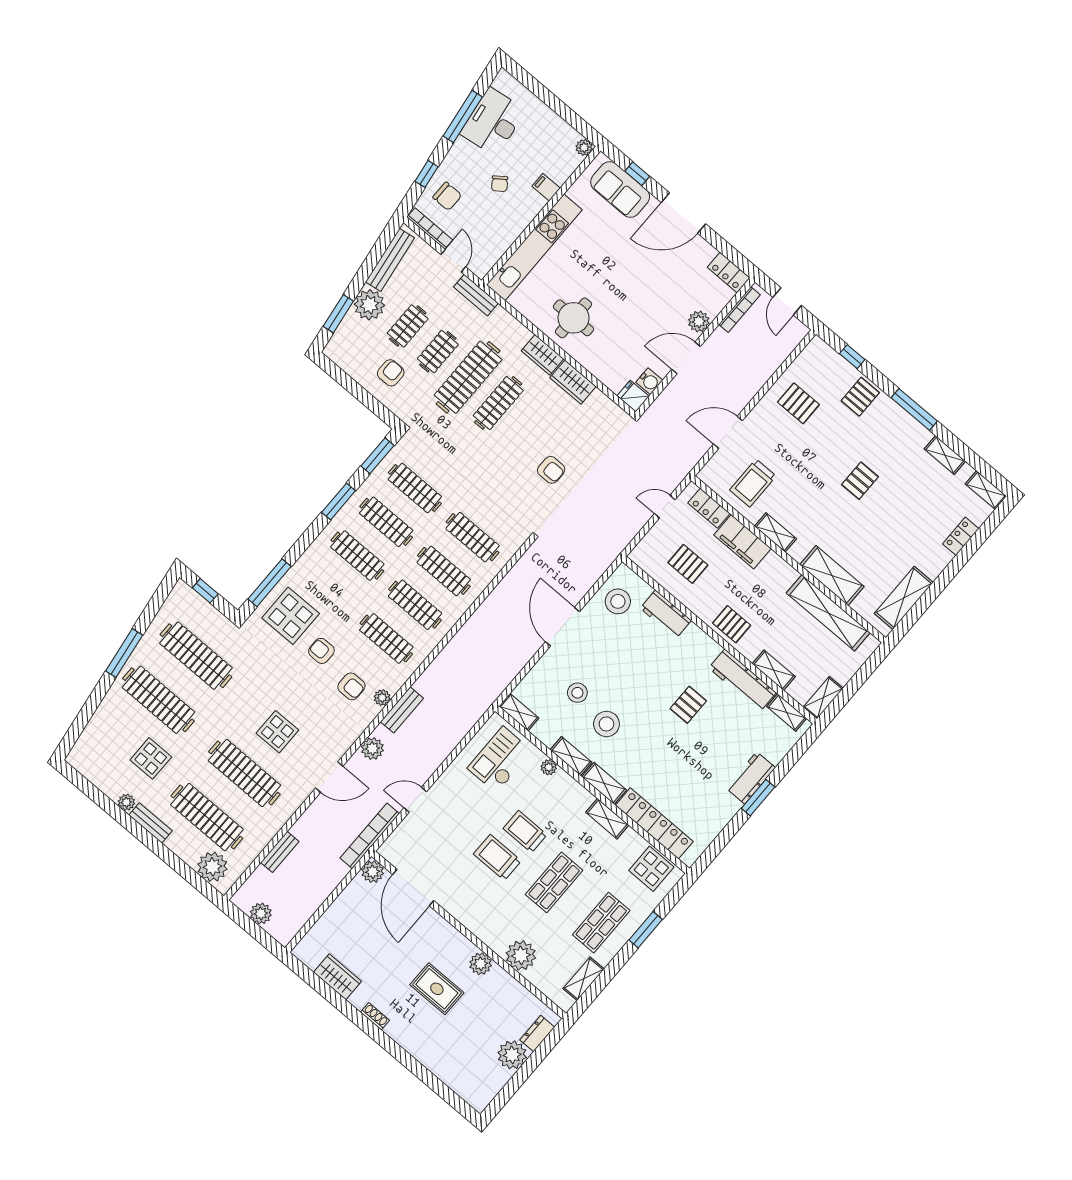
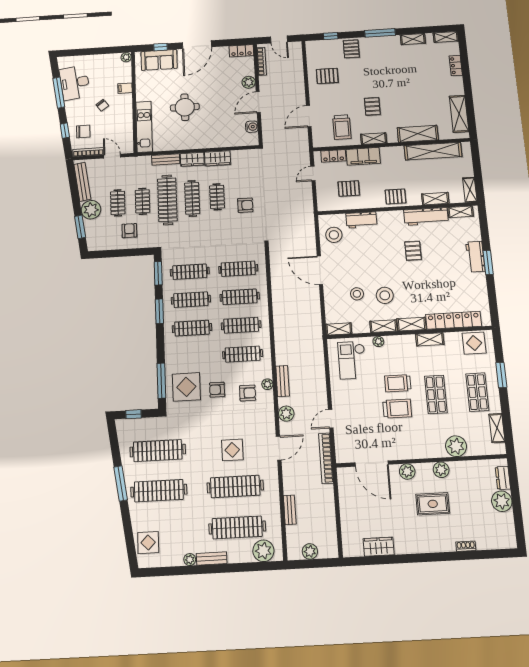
kitchen unit: (534, 247) -> (144, 127), width x0.73
bench: (476, 295) -> (166, 160), moved
round table: (574, 318) -> (185, 107), moved
fridge: (633, 396) -> (251, 140), removed
clothes rail: (528, 429) -> (217, 197), added
pallet: (860, 481) -> (372, 106), moved
display table: (151, 758) -> (148, 543), moved
trolley: (497, 857) -> (397, 409), turned 180
plant: (373, 872) -> (407, 472), moved
shoe rack: (375, 1016) -> (466, 546), moved

